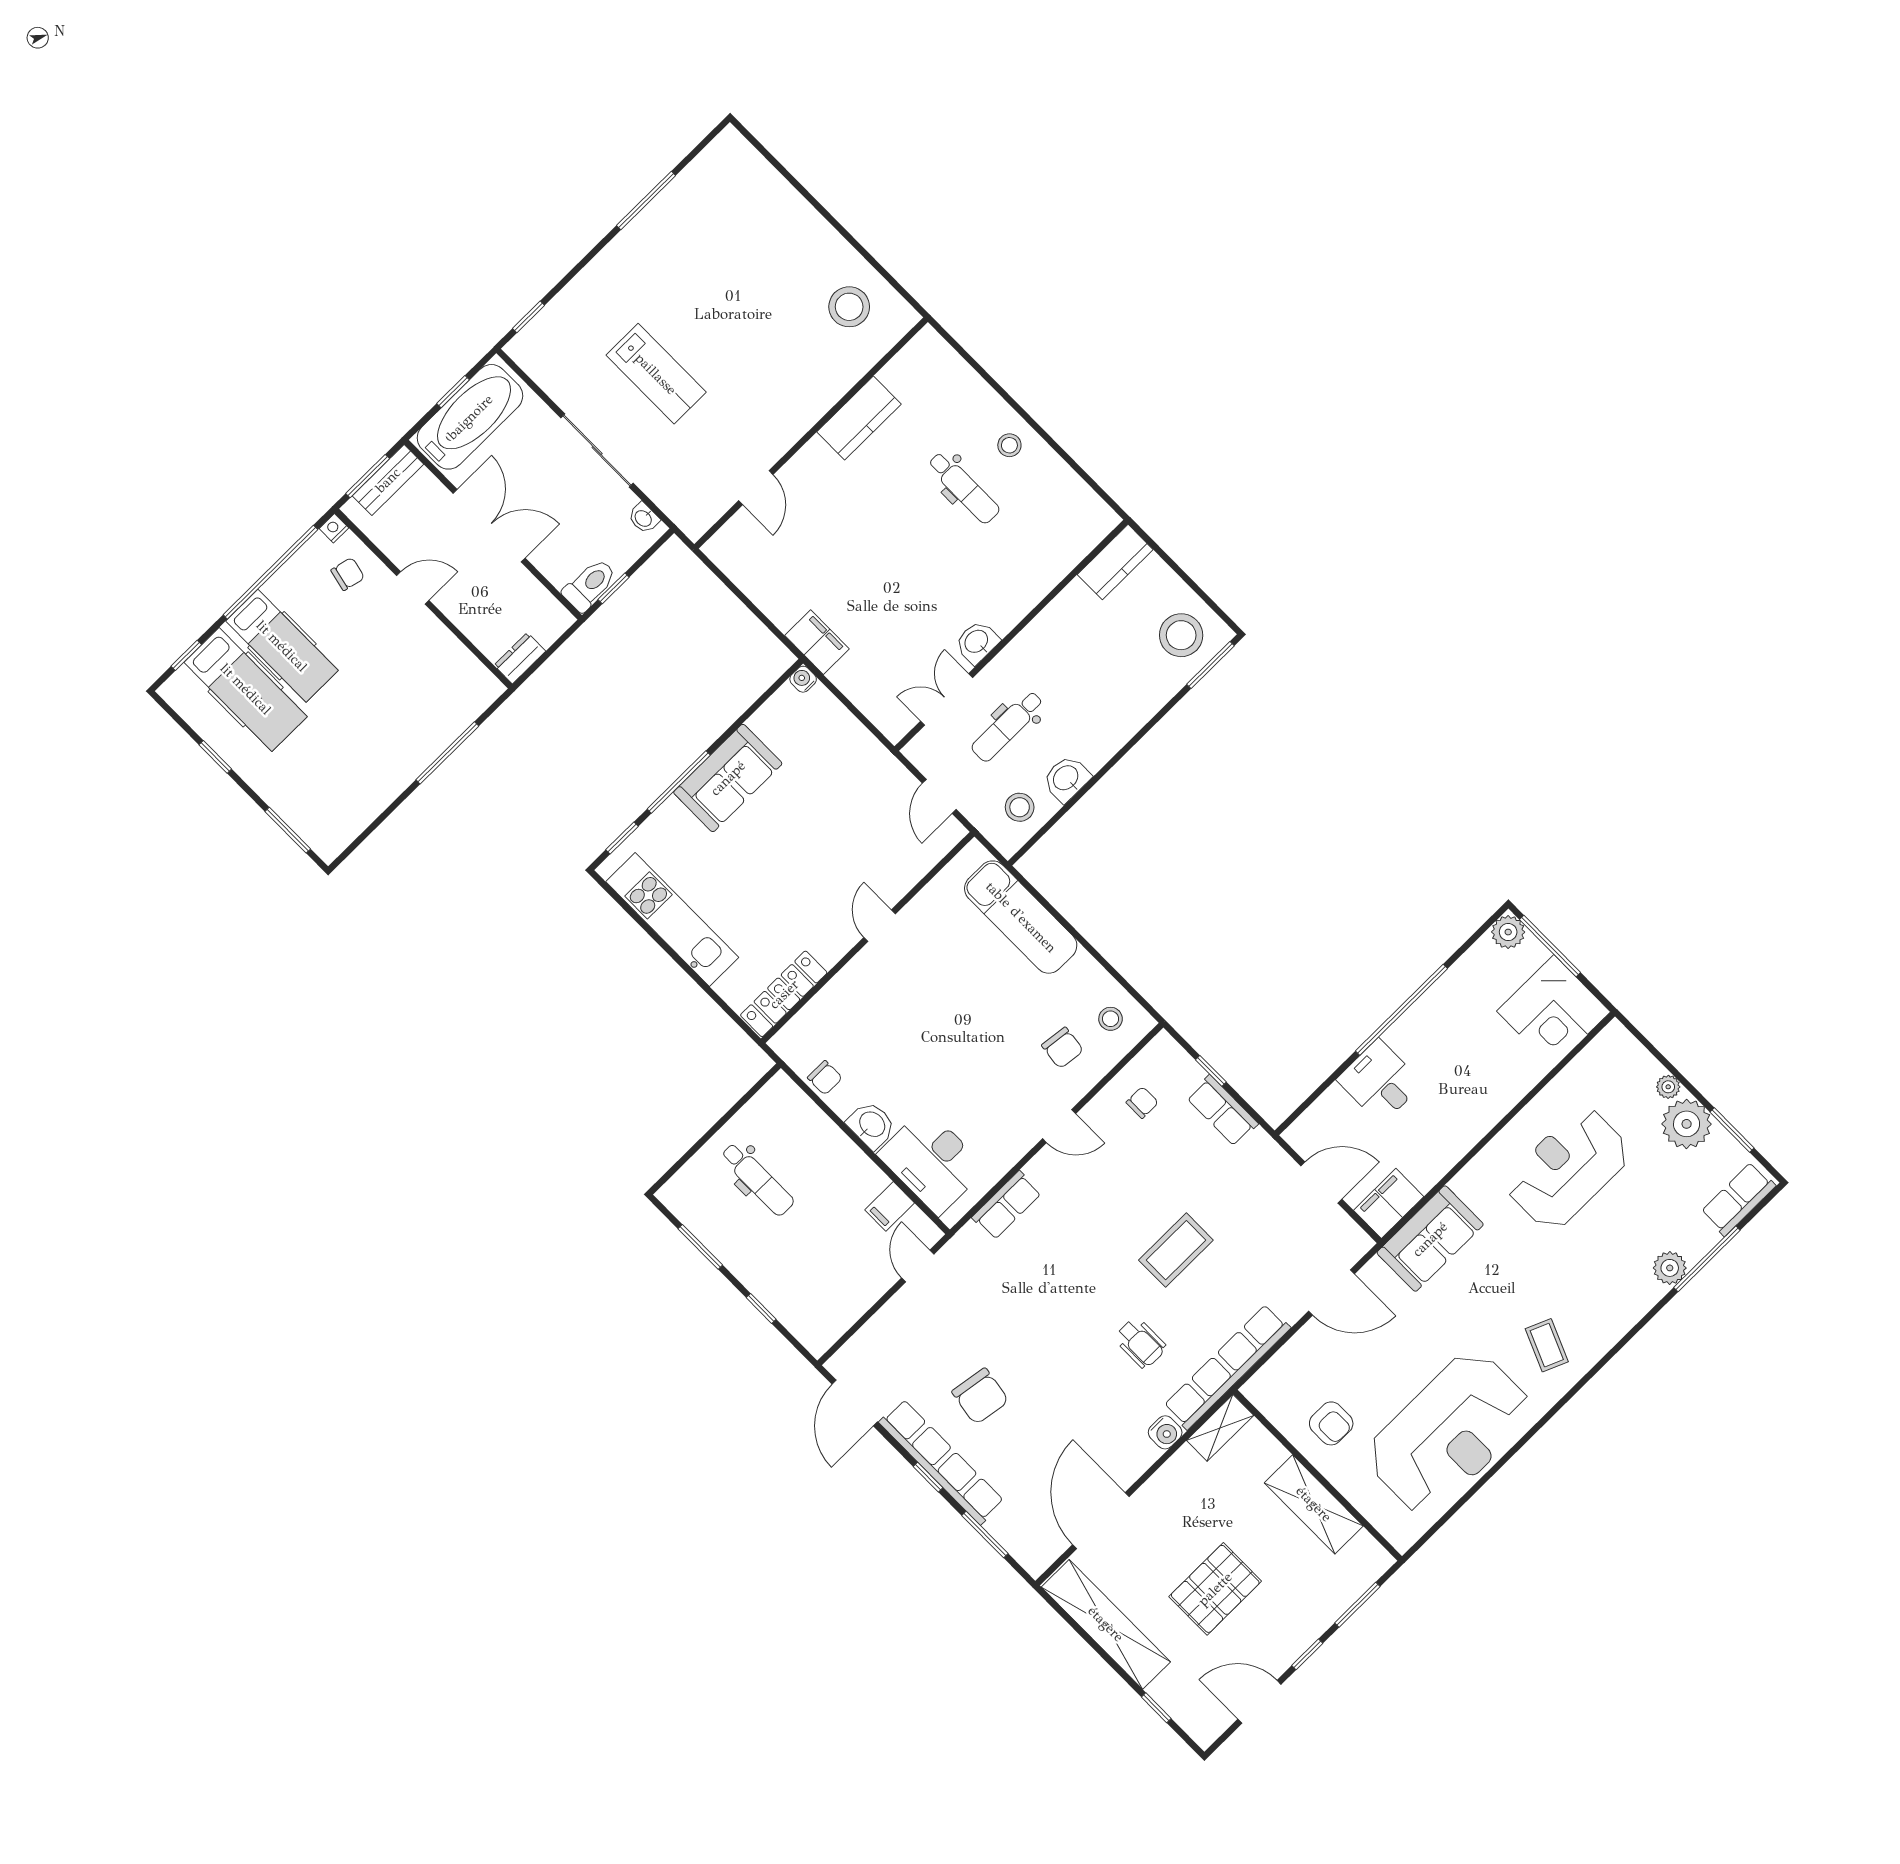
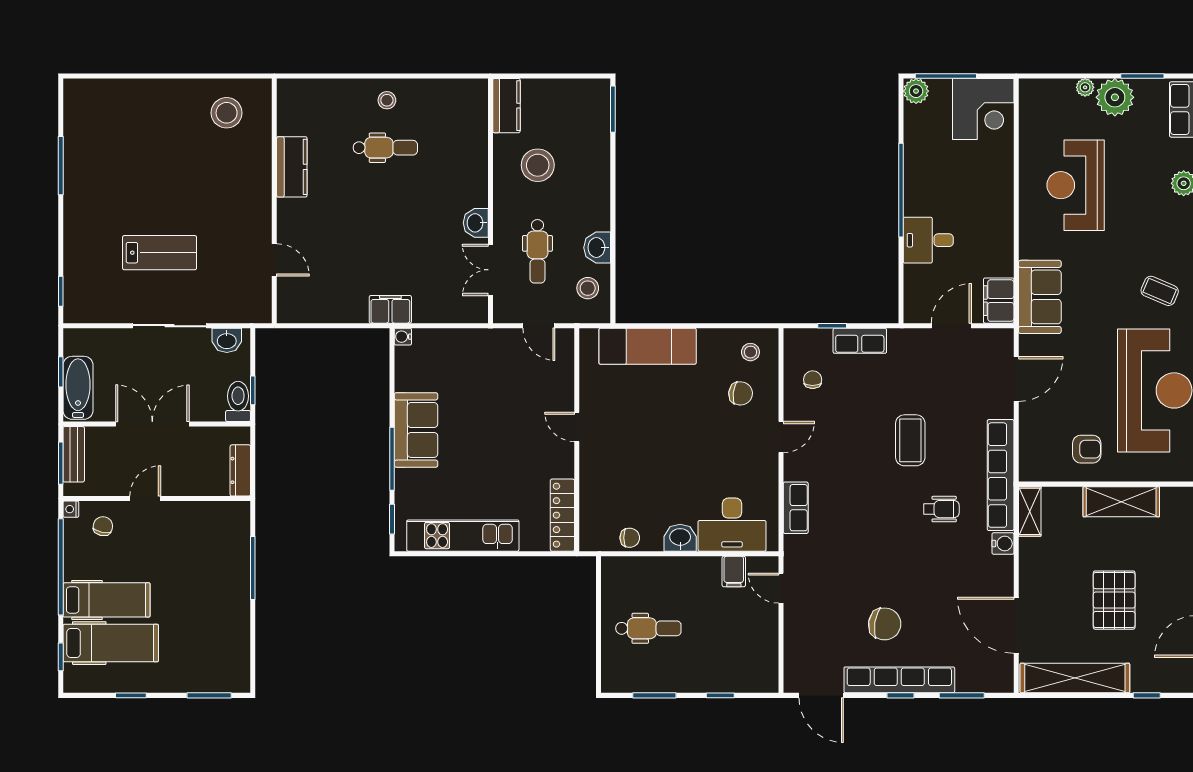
bathtub: (470, 417) -> (78, 388), width x0.73, depth x0.73
washbasin: (644, 518) -> (227, 340), width x1.38, depth x1.45
stool: (1181, 635) -> (538, 165), moved
dresser: (520, 658) -> (240, 470), width x1.44

